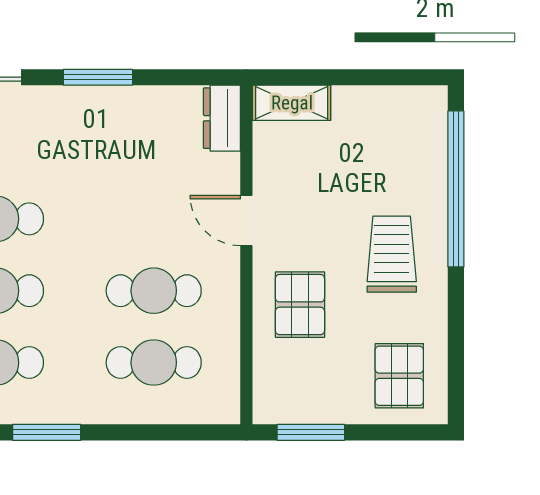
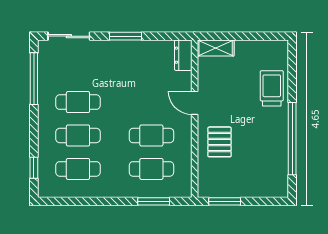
window: (456, 189) -> (292, 139), moved
trolley: (392, 254) -> (272, 88), moved
pallet: (399, 376) -> (266, 175), removed
window: (47, 432) -> (154, 201), moved

